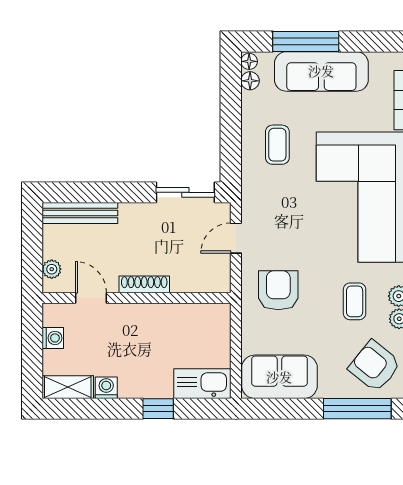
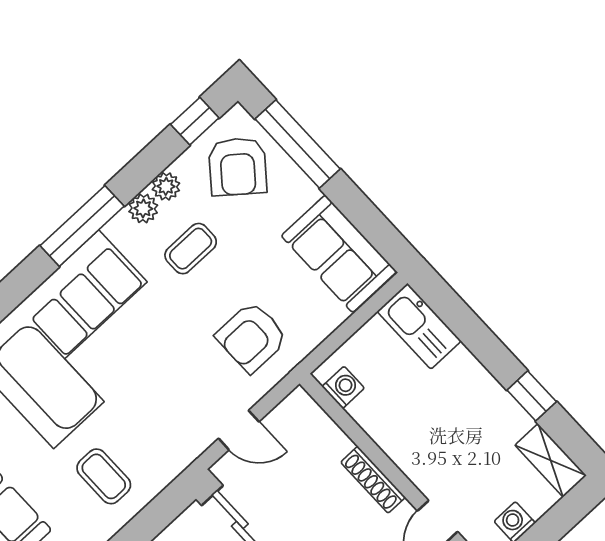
coffee table: (277, 145) -> (104, 476), turned 90
washing machine: (106, 388) -> (343, 387), moved, turned 180
window: (158, 409) -> (532, 396), moved

